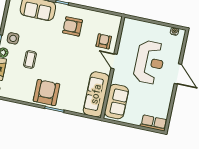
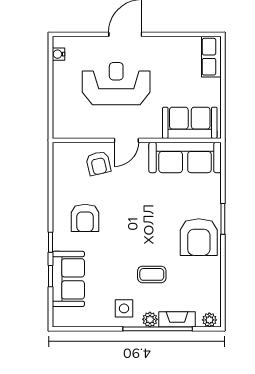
armchair: (104, 41) -> (98, 163), turned -103
armchair: (46, 93) -> (199, 237), turned -90

